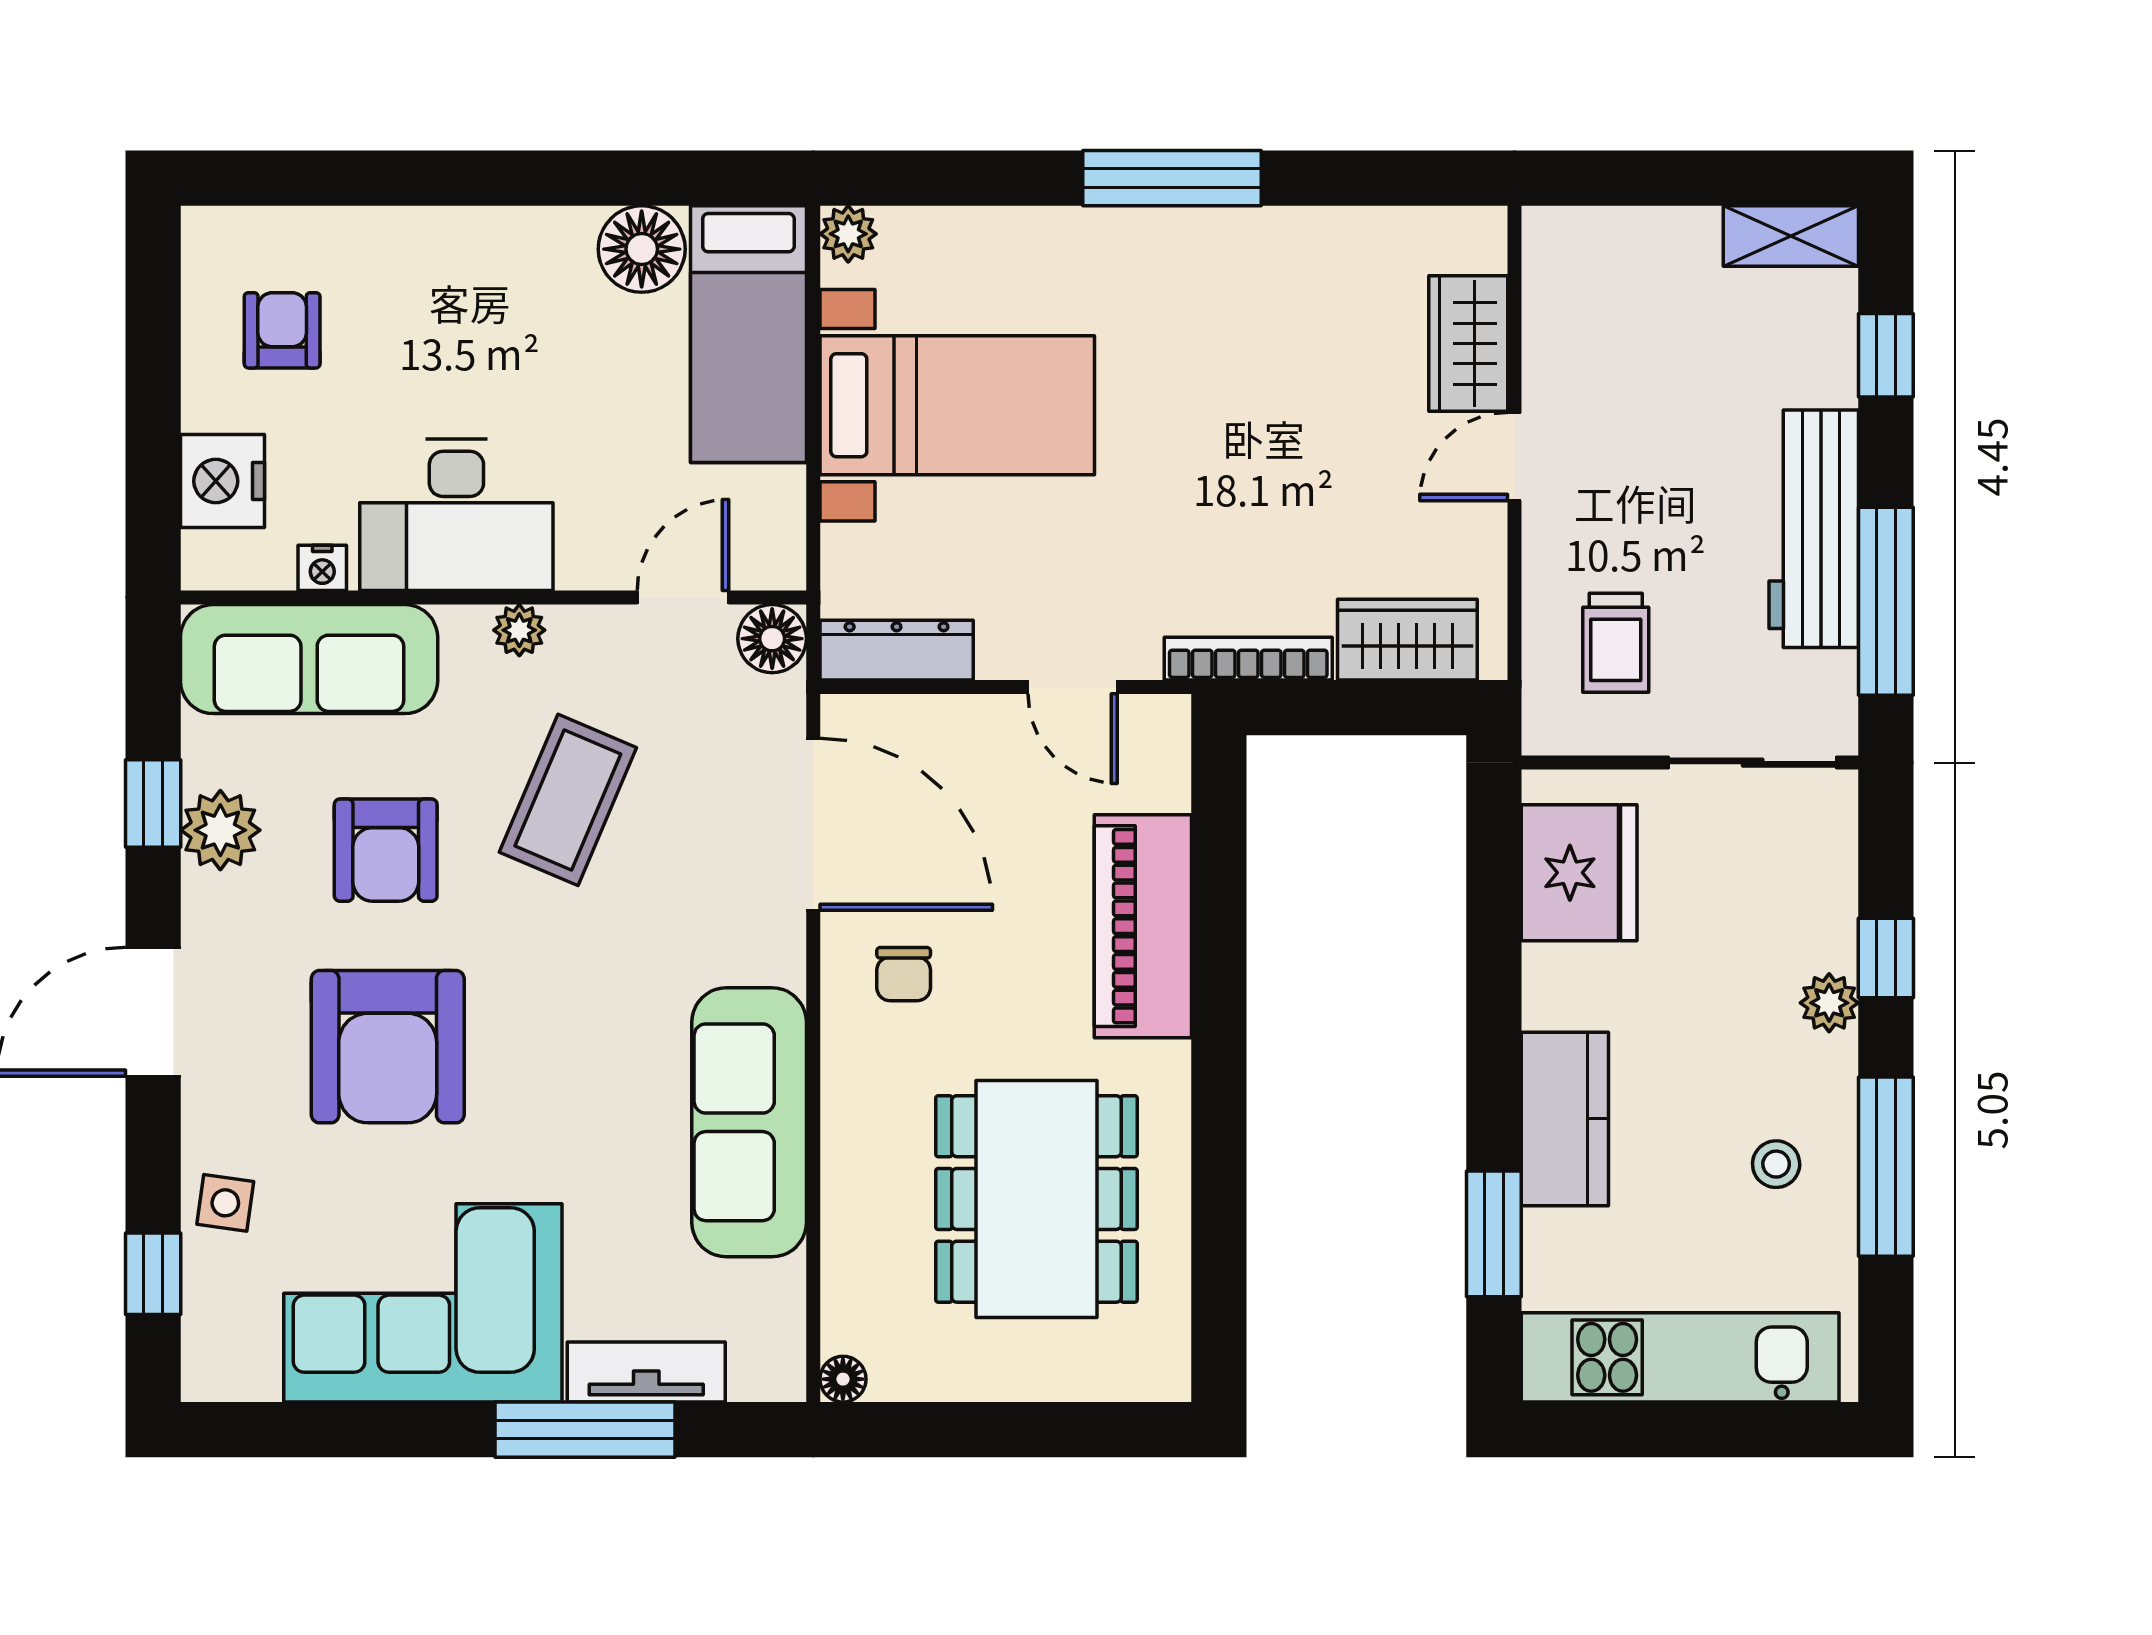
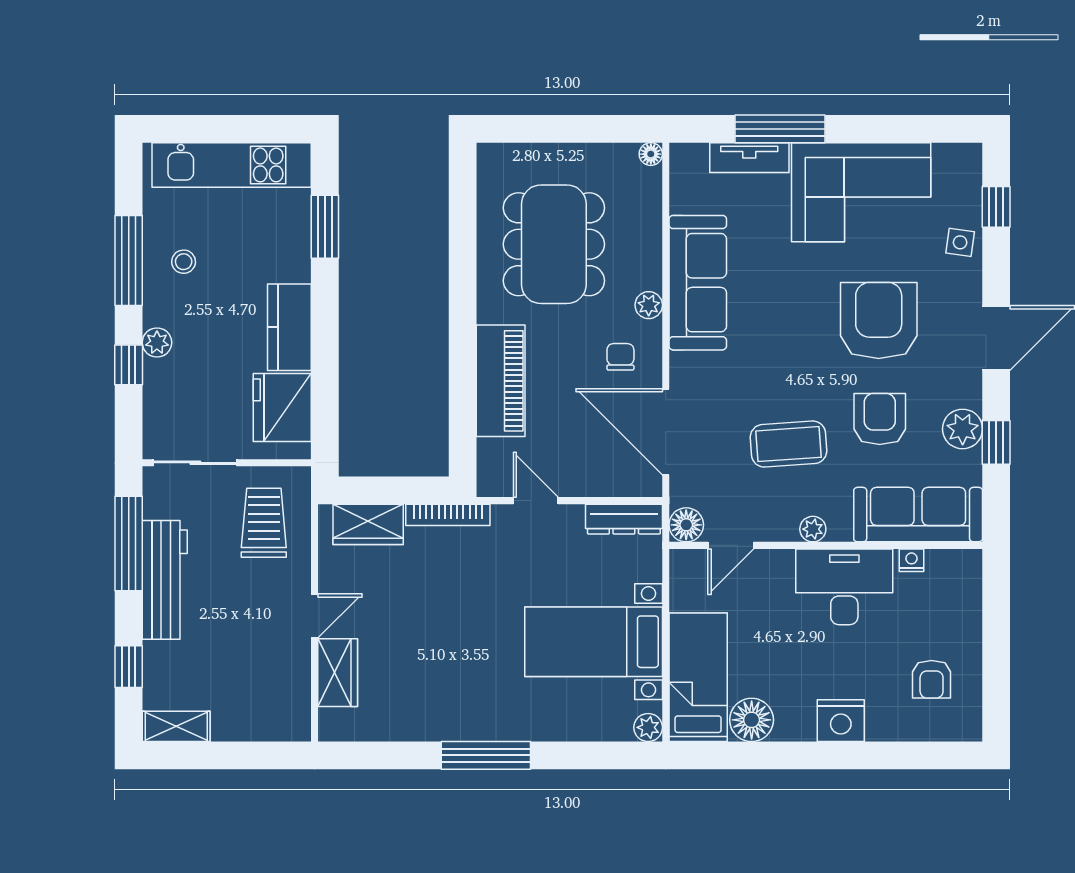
nightstand: (222, 481) -> (841, 721), moved, turned 90
trolley: (1616, 643) -> (264, 523), width x1.36, depth x1.39
coffee table: (568, 800) -> (788, 444), turned 63
plant: (847, 1077) -> (649, 305), added
kitchen counter: (1565, 1119) -> (289, 327), moved

